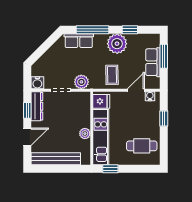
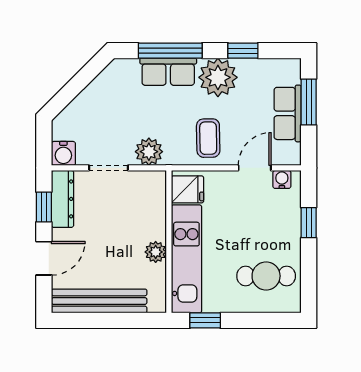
row of seats: (79, 41) -> (168, 72), moved

